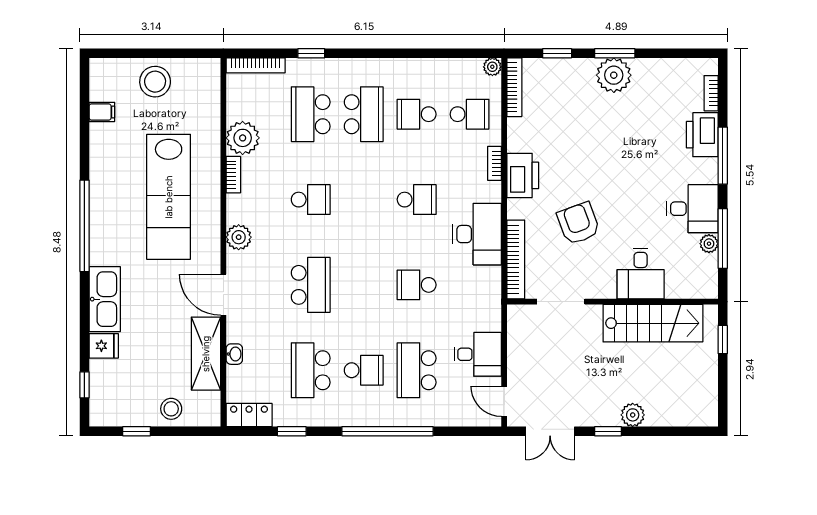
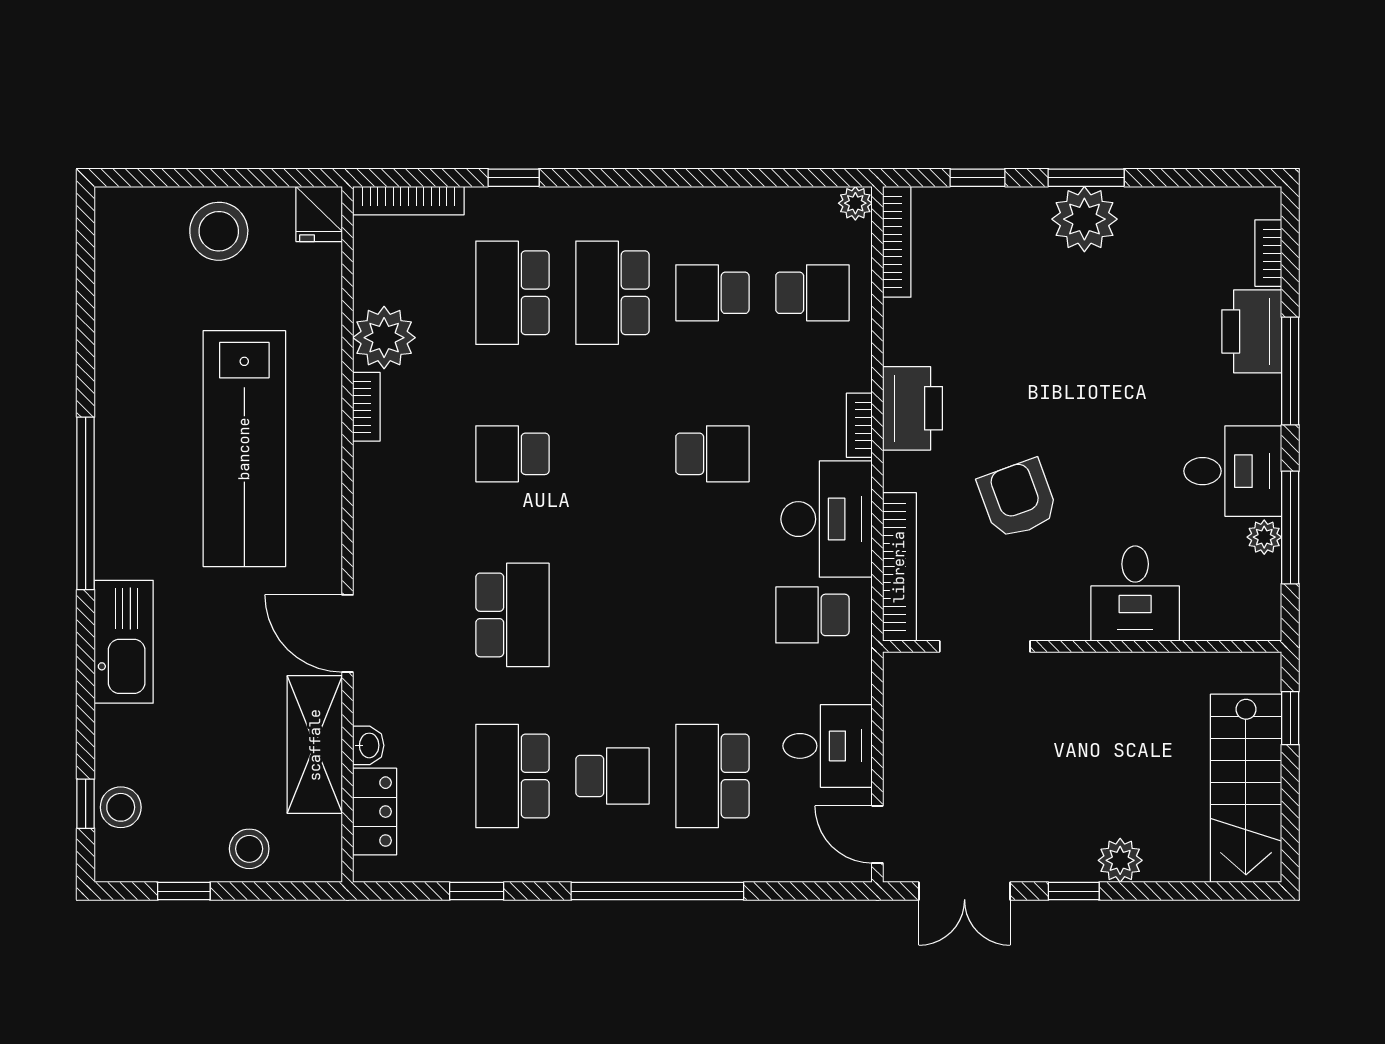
filing cabinet: (102, 112) -> (118, 289), removed
school desk: (364, 114) -> (612, 293), turned 180
bookcase: (494, 163) -> (859, 425), moved
school desk: (311, 200) -> (512, 454), turned 180
plant: (239, 237) -> (377, 525), removed
school desk: (417, 285) -> (812, 615), moved
stairs: (653, 323) -> (1246, 788), moved, turned 90
fridge: (104, 346) -> (319, 214), moved, turned 90
stool: (103, 387) -> (121, 807), added
locker: (249, 415) -> (375, 812), moved, turned 90

